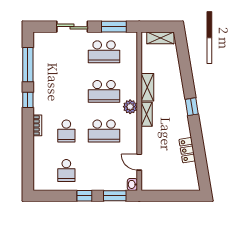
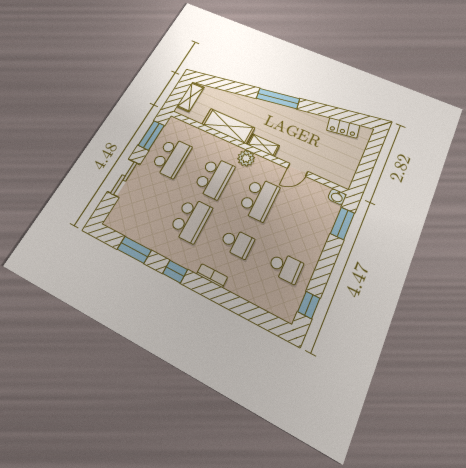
window: (28, 65) -> (134, 250), width x0.69
shelving: (147, 87) -> (228, 126), width x1.50, depth x1.33
school desk: (66, 91) -> (191, 220), added
window: (192, 107) -> (278, 98), width x2.17
locker: (187, 150) -> (343, 128), moved
door: (139, 162) -> (298, 170), moved
window: (84, 196) -> (309, 305), moved

